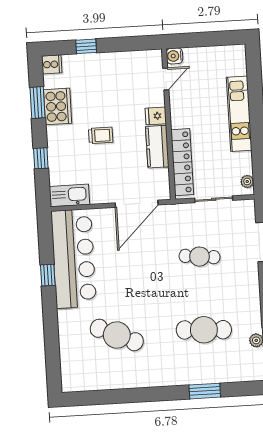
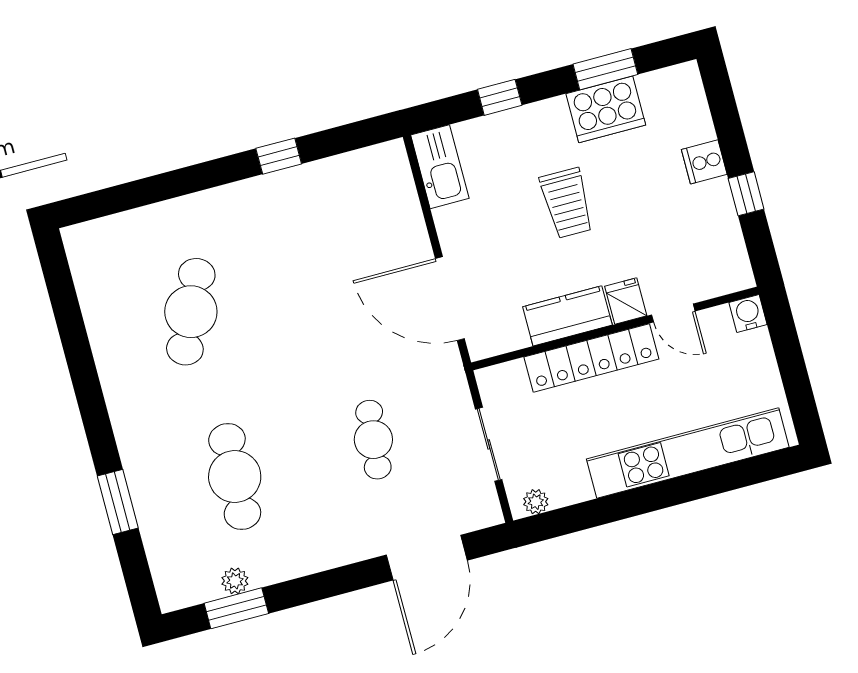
window: (86, 46) -> (746, 194), moved
cooker: (52, 64) -> (704, 162), moved, turned 90
door: (166, 79) -> (673, 313), moved
kitchen unit: (239, 114) -> (688, 453), width x1.36
trolley: (101, 135) -> (567, 203), width x1.36, depth x1.39
locker: (182, 162) -> (591, 358), moved
bar counter: (74, 259) -> (320, 199), removed

